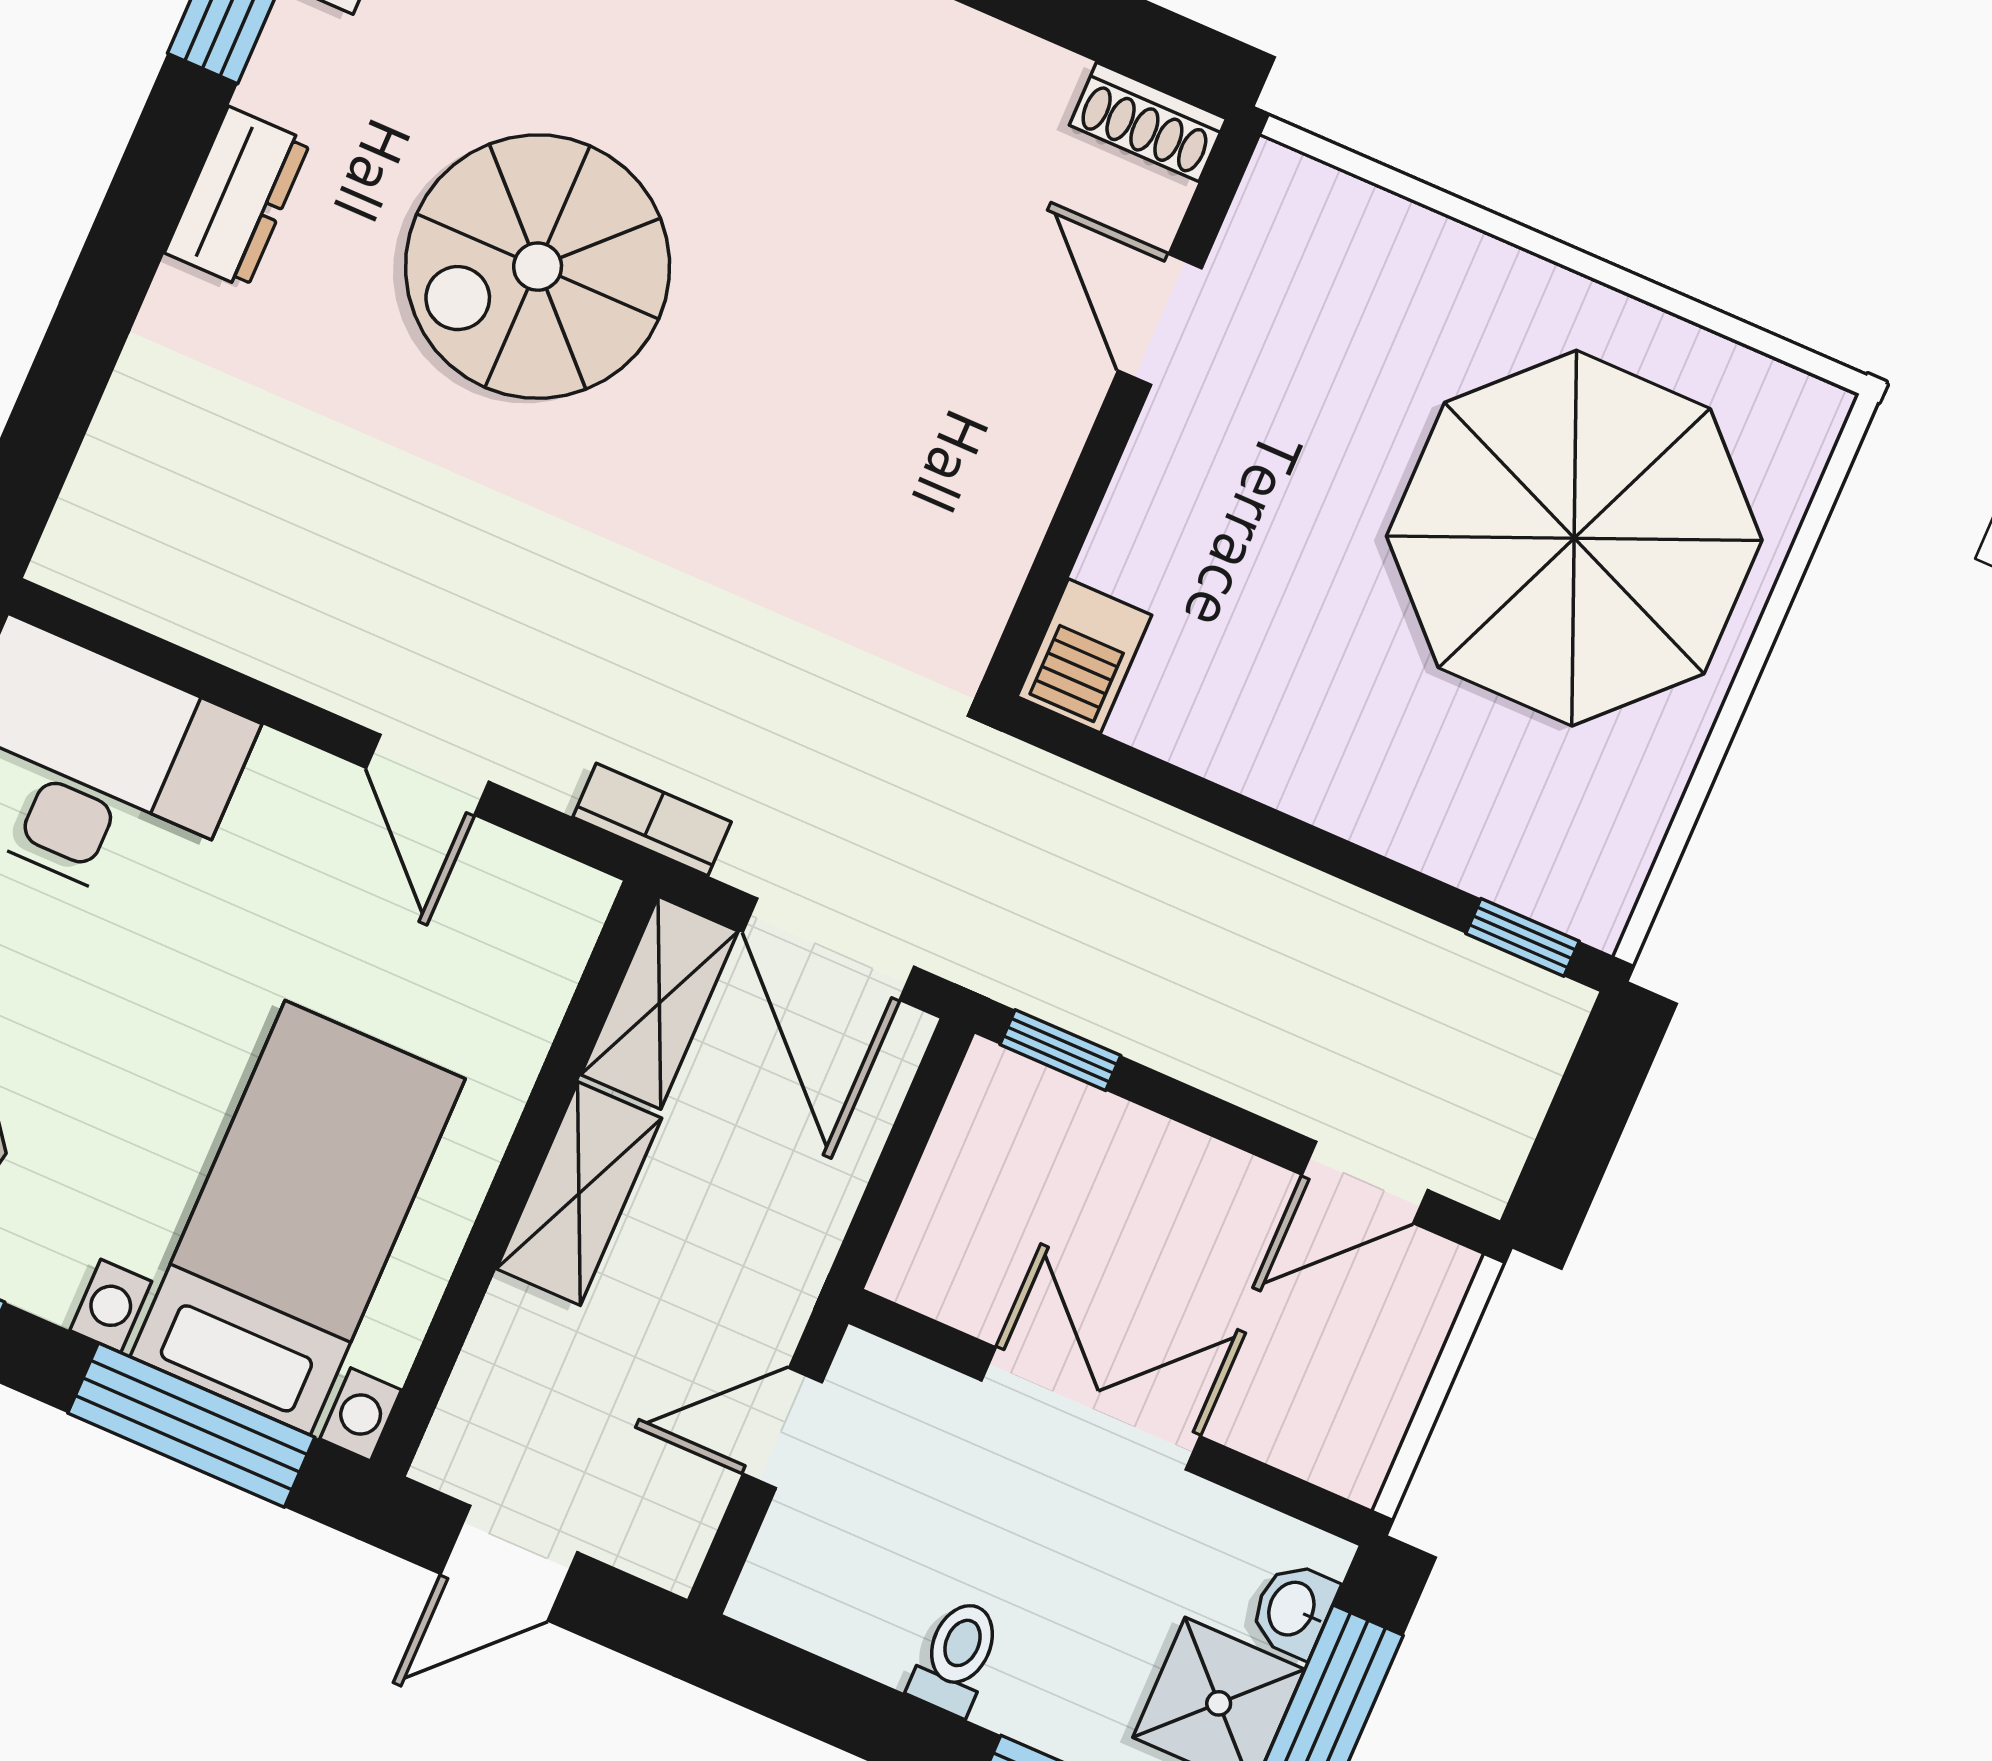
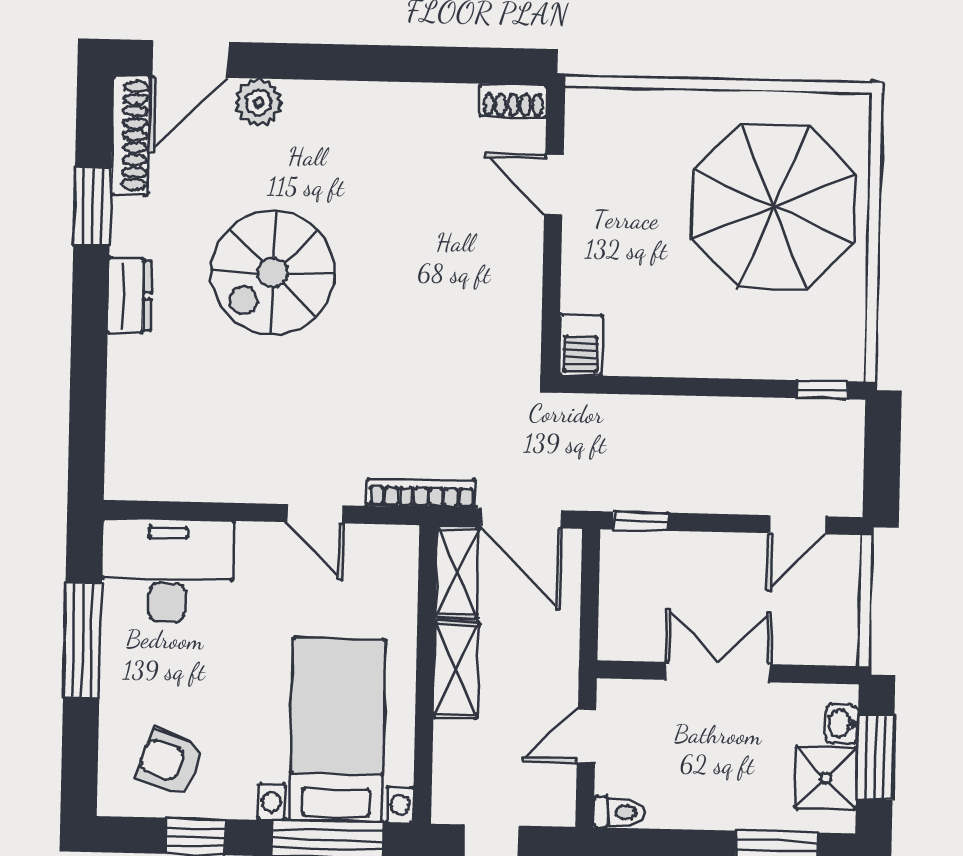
bookcase: (652, 819) -> (421, 493), width x1.56
toilet: (956, 1657) -> (619, 812), moved, turned 90

